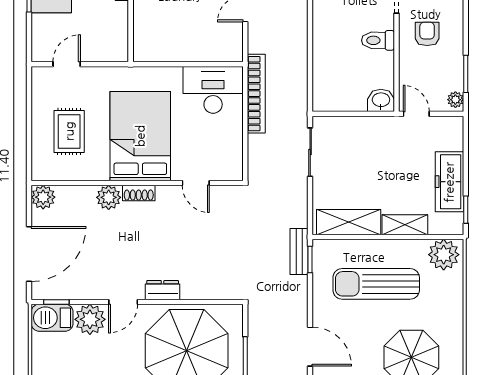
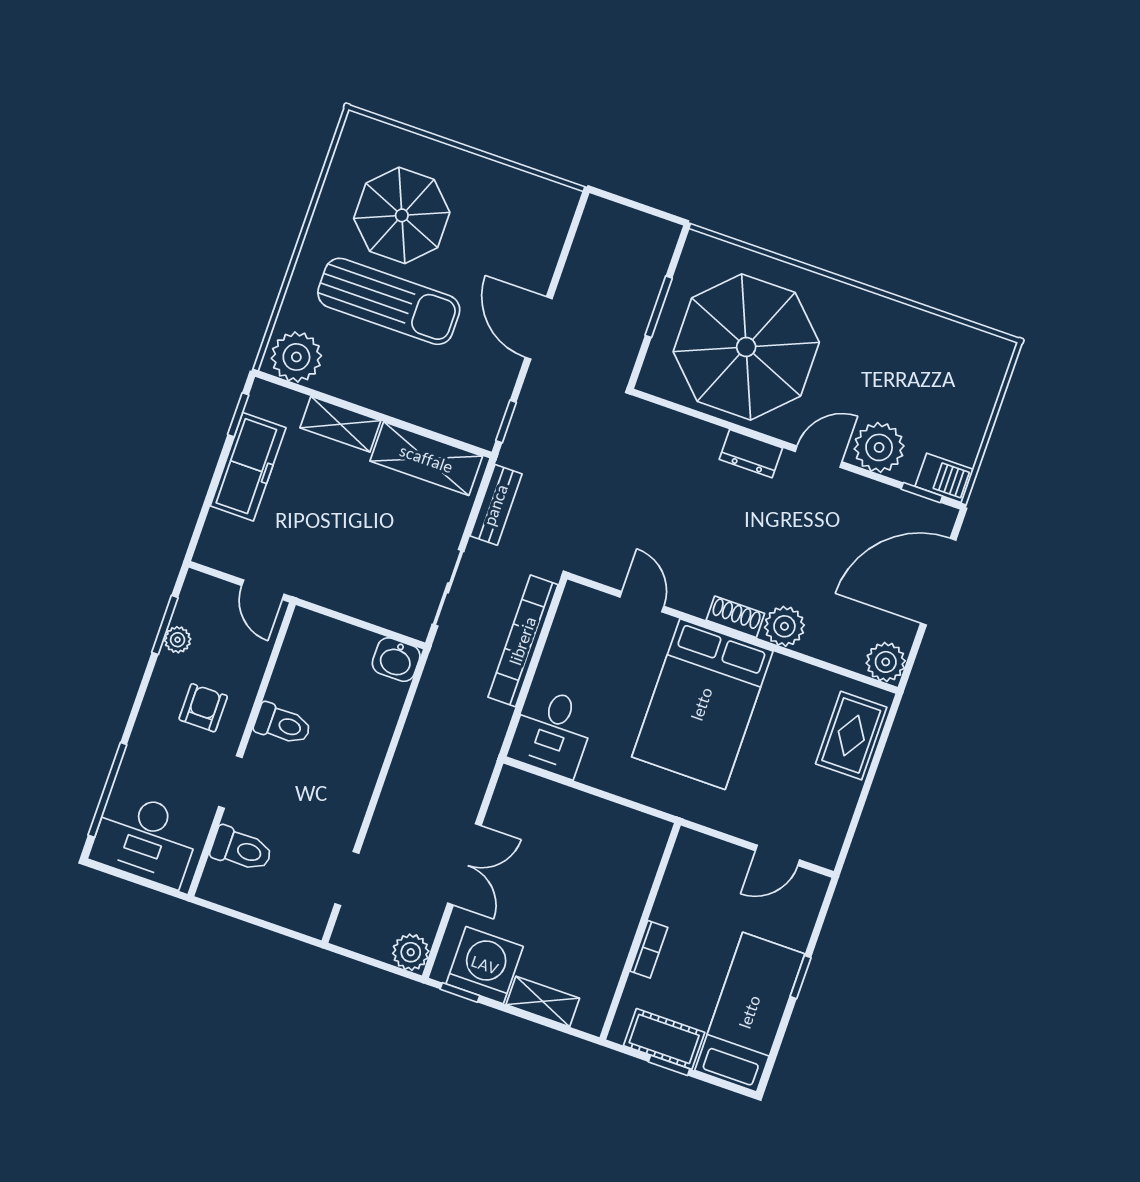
armchair: (427, 34) -> (203, 708), turned 180
desk: (213, 90) -> (552, 732), width x0.73
bookcase: (256, 94) -> (523, 641), moved
washbasin: (381, 100) -> (396, 660), moved
plant: (455, 100) -> (178, 640), moved
rug: (69, 131) -> (851, 736), moved
bench: (299, 251) -> (496, 505), moved
sun lounger: (376, 284) -> (389, 301), moved
barbecue: (52, 318) -> (944, 478), width x0.73, depth x0.79
door: (310, 347) -> (539, 328), moved

